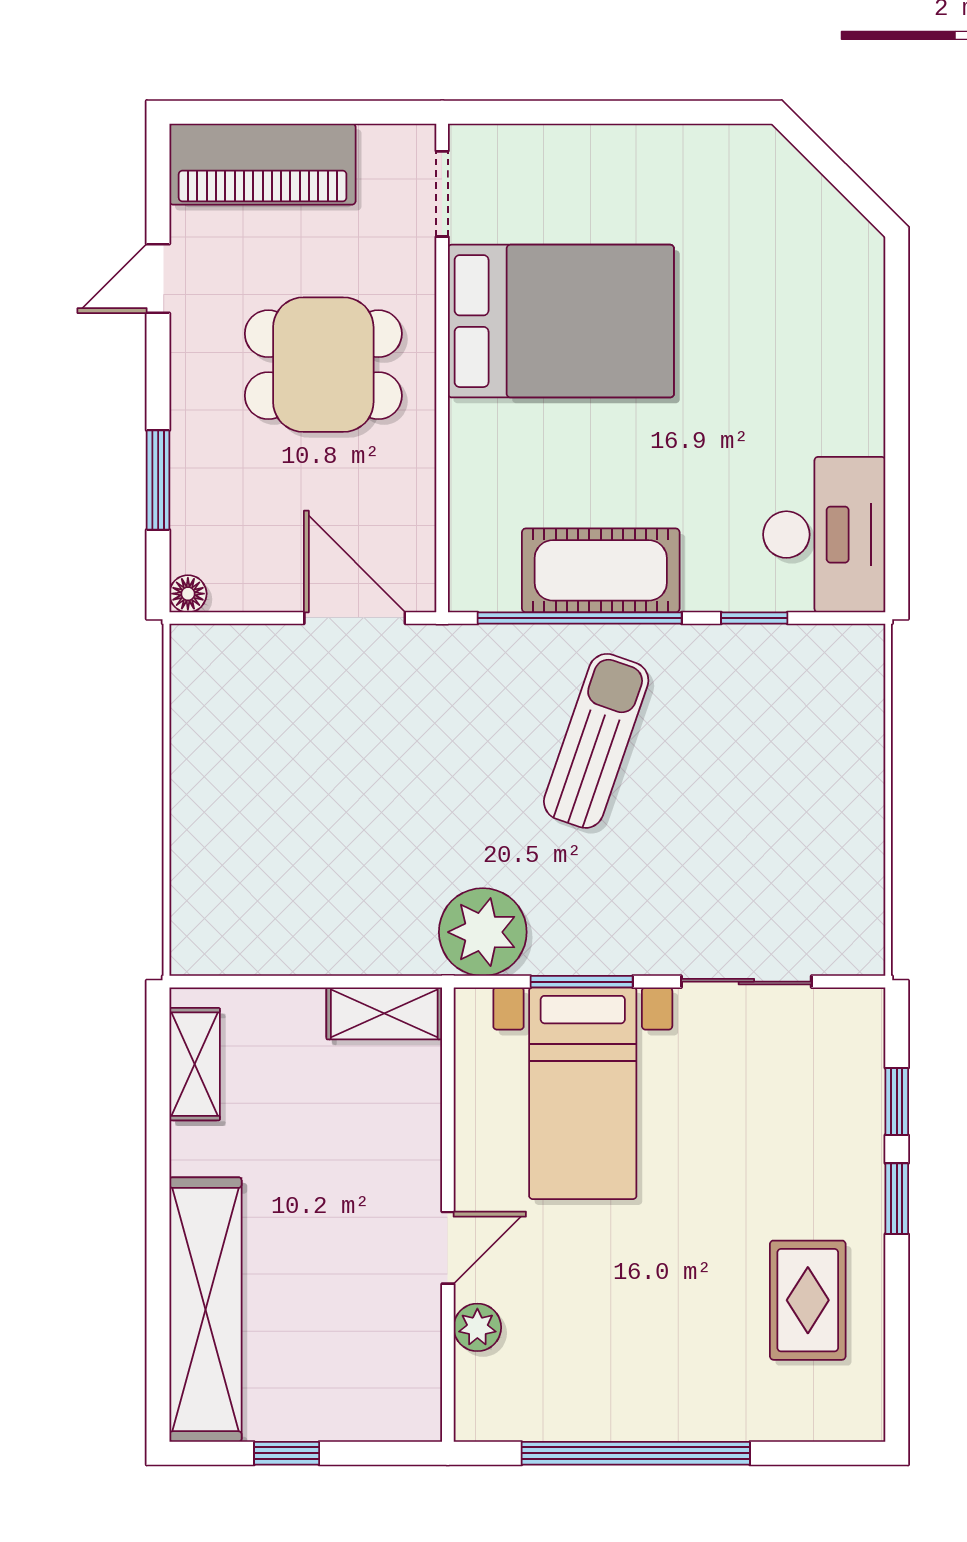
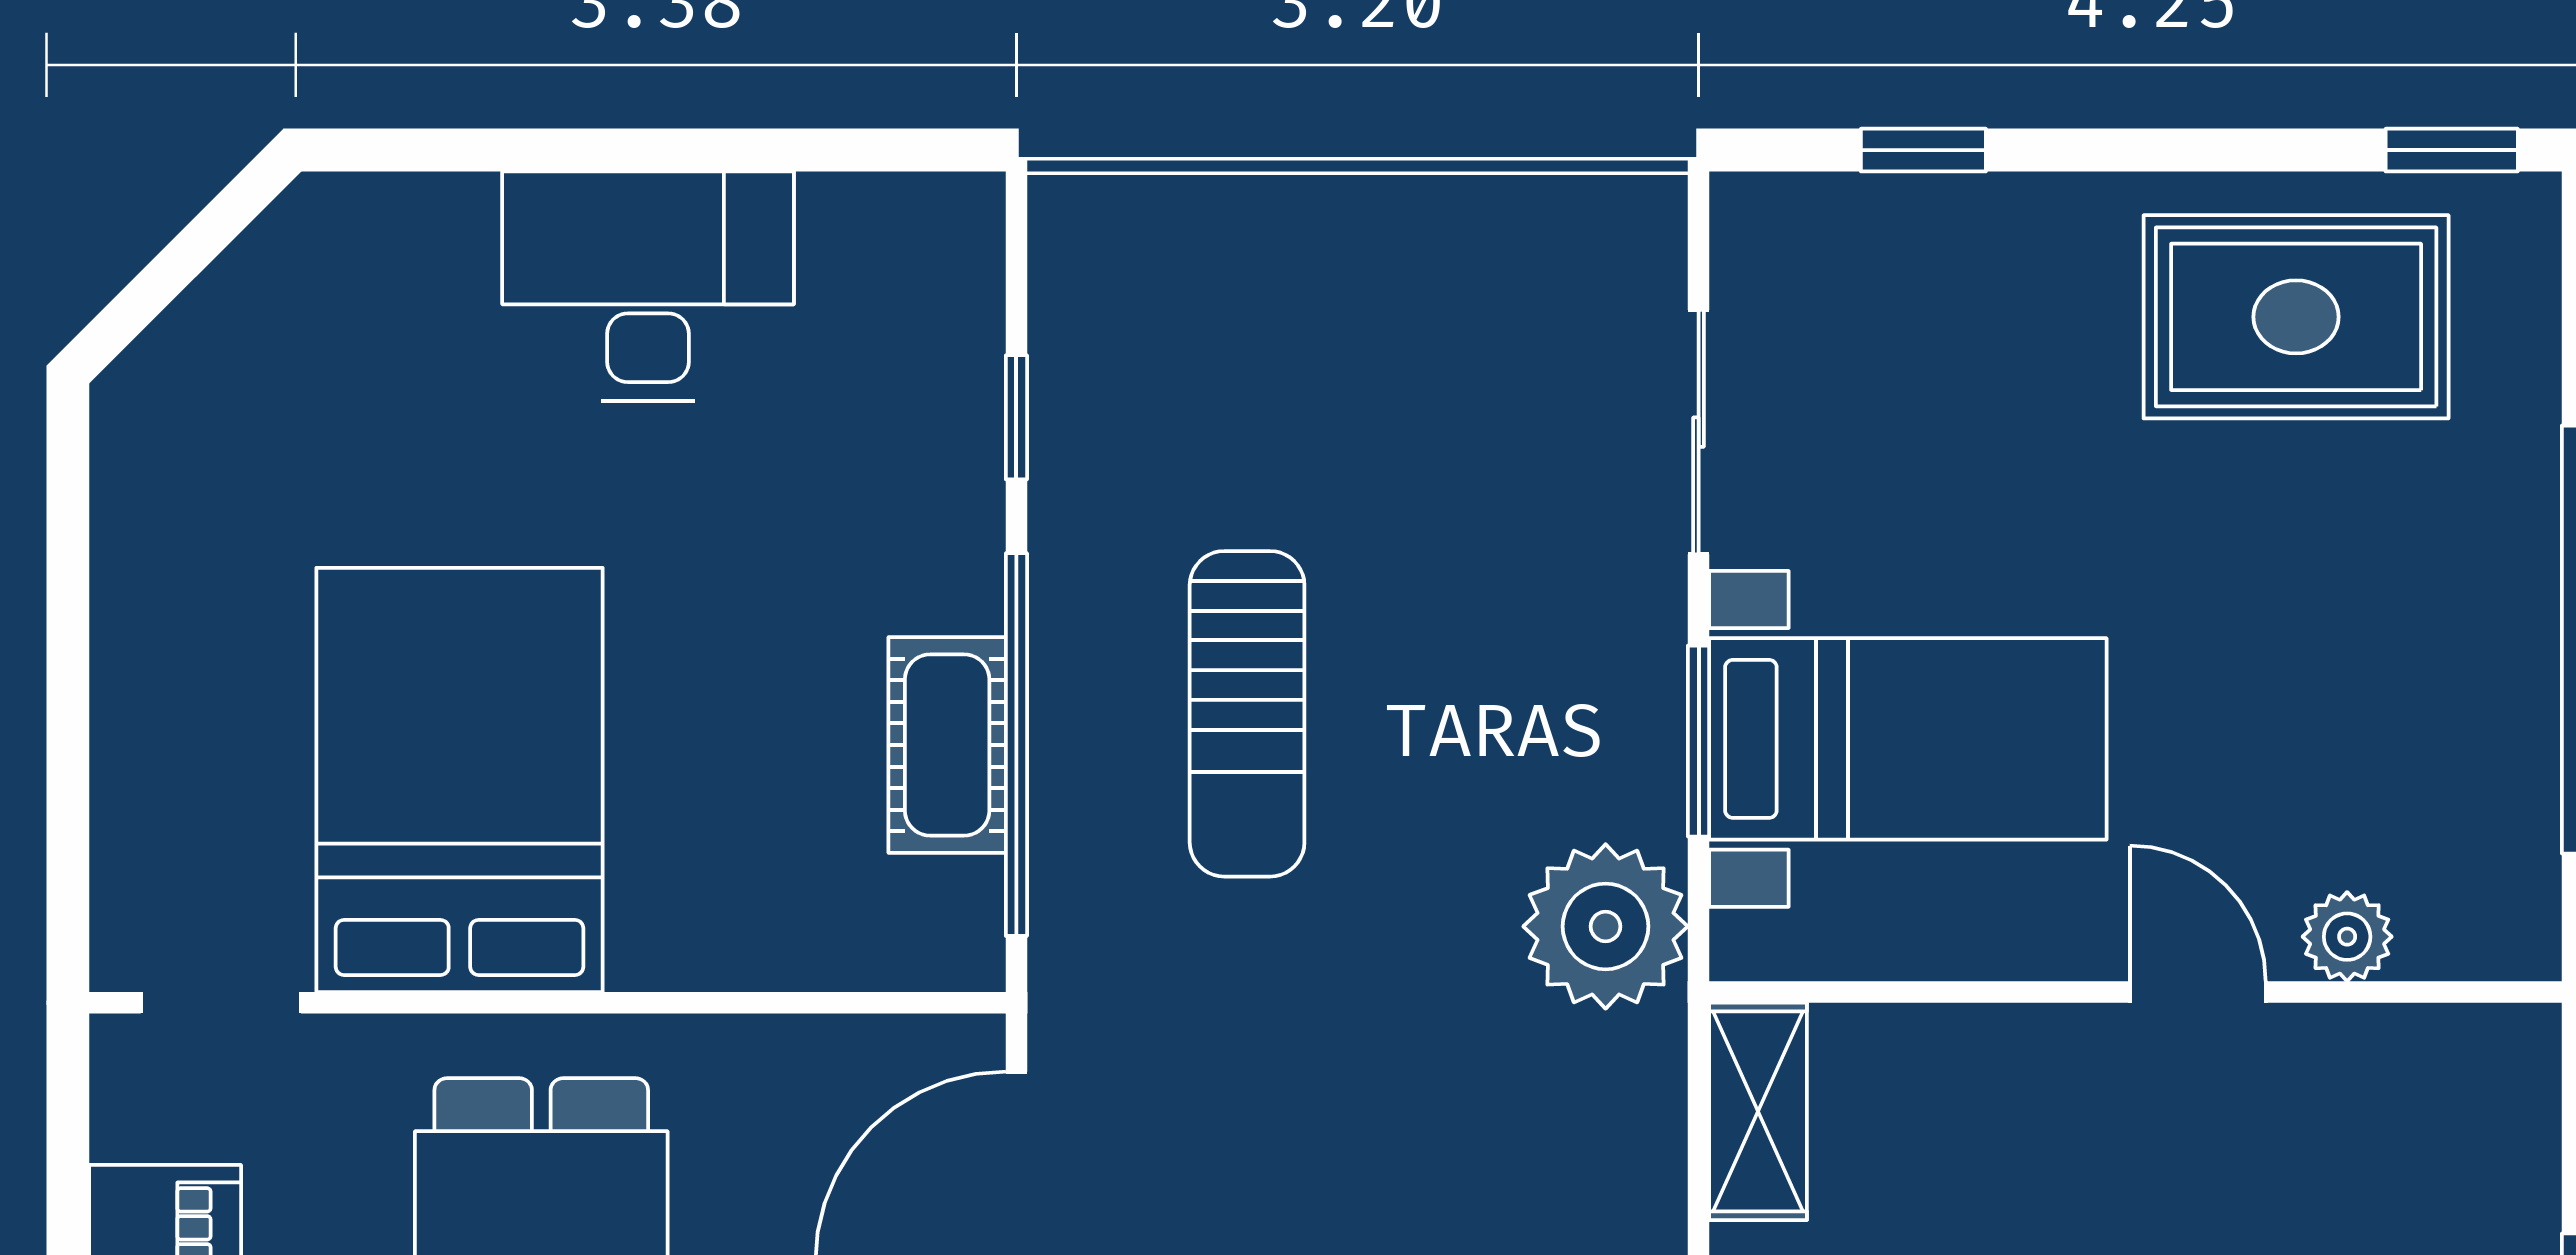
desk: (824, 535) -> (648, 286), moved
cot: (601, 570) -> (947, 745), width x0.73, depth x0.75
sun lounger: (596, 741) -> (1247, 714), turned -109
window: (897, 1199) -> (2452, 150), moved
rug: (808, 1300) -> (2296, 317), width x1.36, depth x1.43

